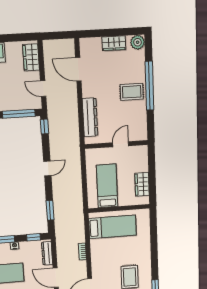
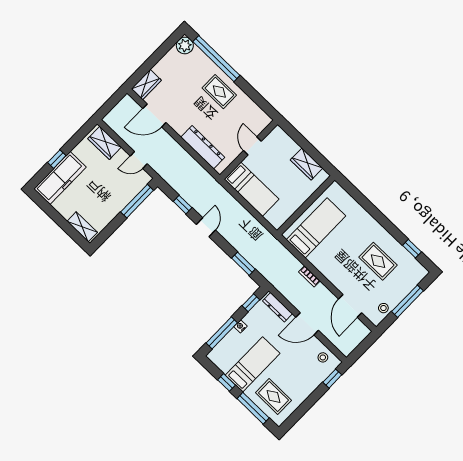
wardrobe: (114, 43) -> (146, 85), moved
window: (149, 86) -> (216, 59), moved
rug: (132, 92) -> (219, 92), turned 90
window: (44, 126) -> (183, 205), moved
bed: (107, 186) -> (252, 189), moved, turned 180

